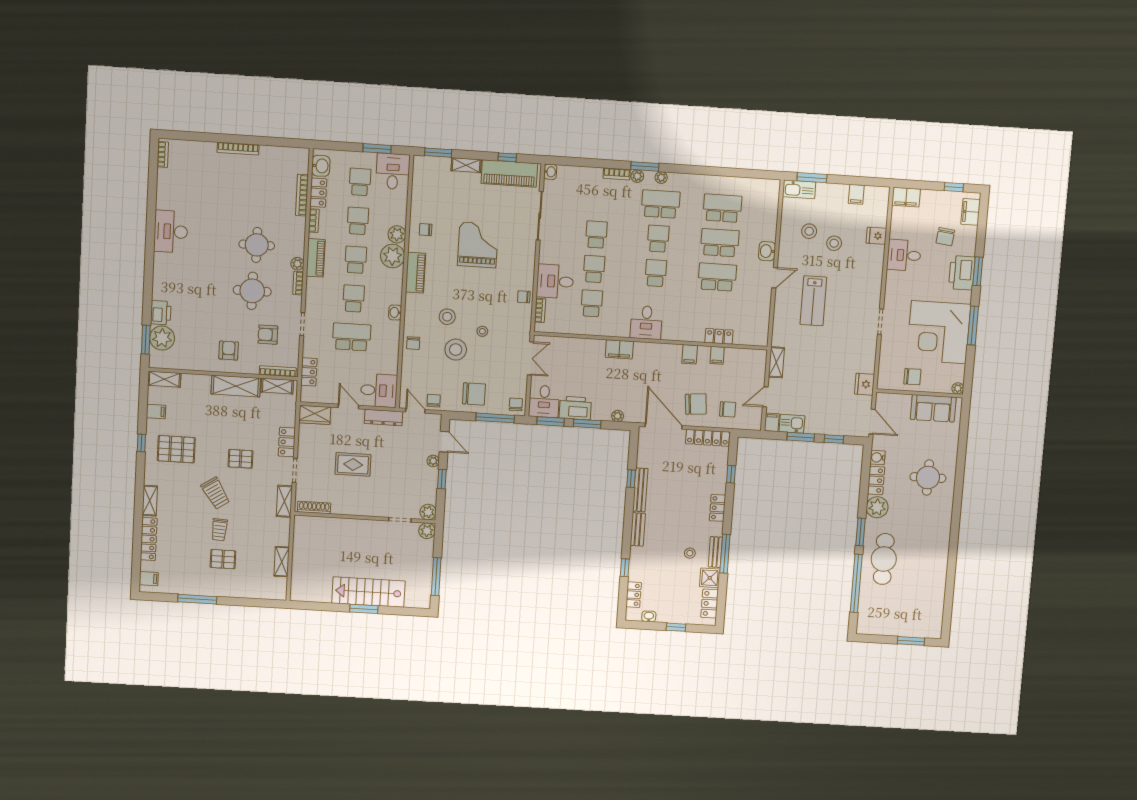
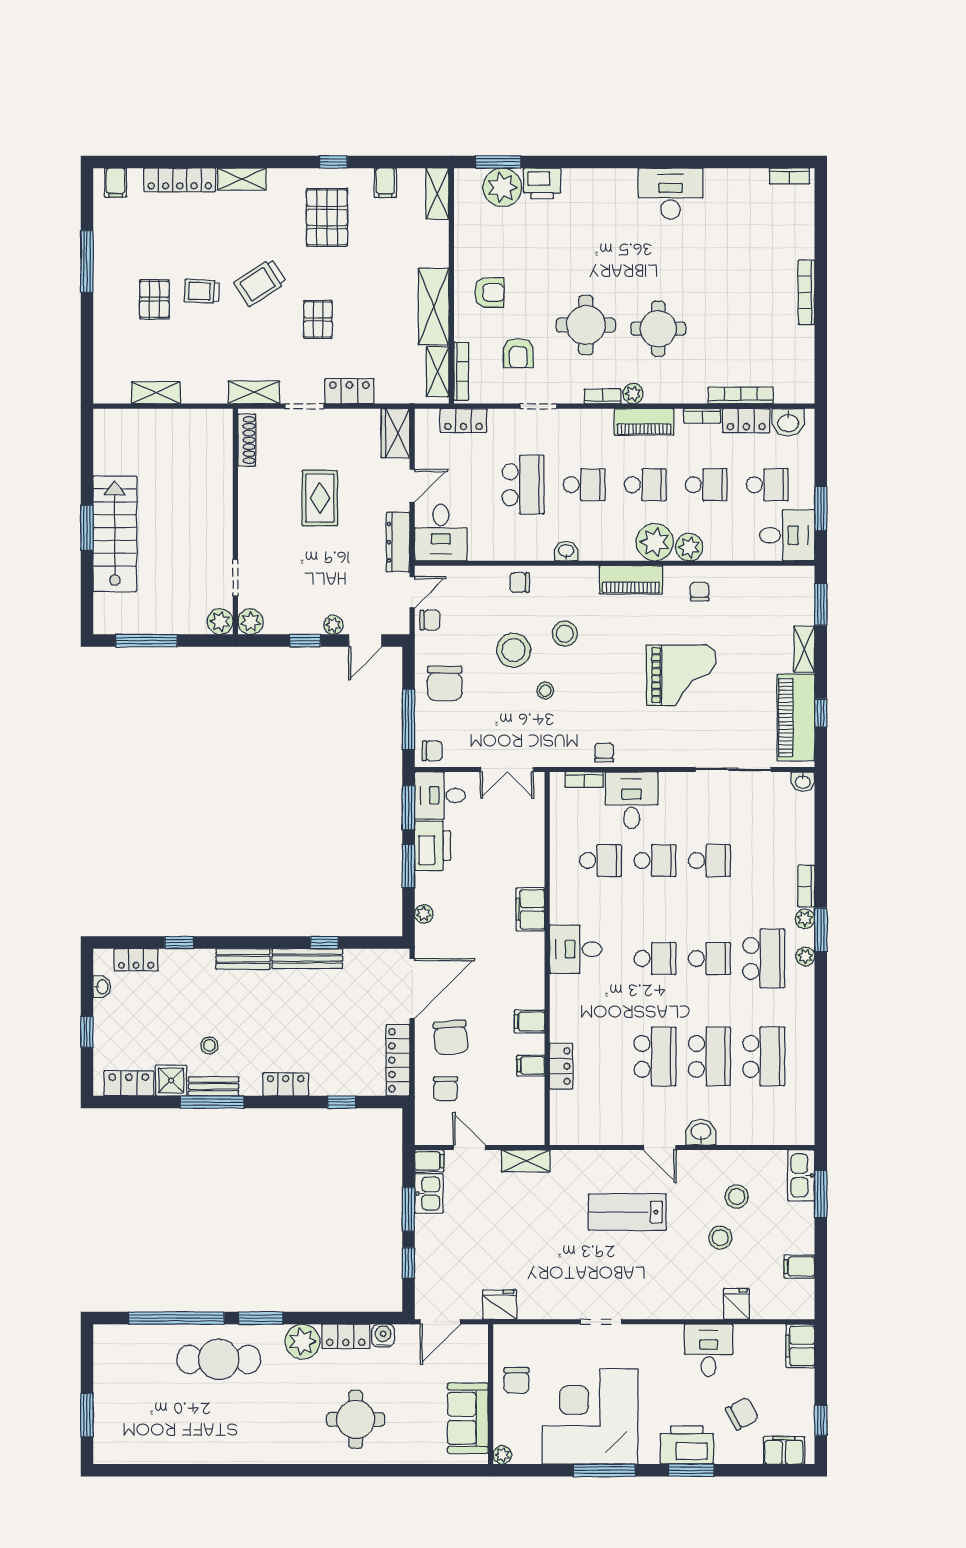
chair: (945, 237) -> (742, 1414), turned 145
armchair: (268, 335) -> (518, 353), turned 180

